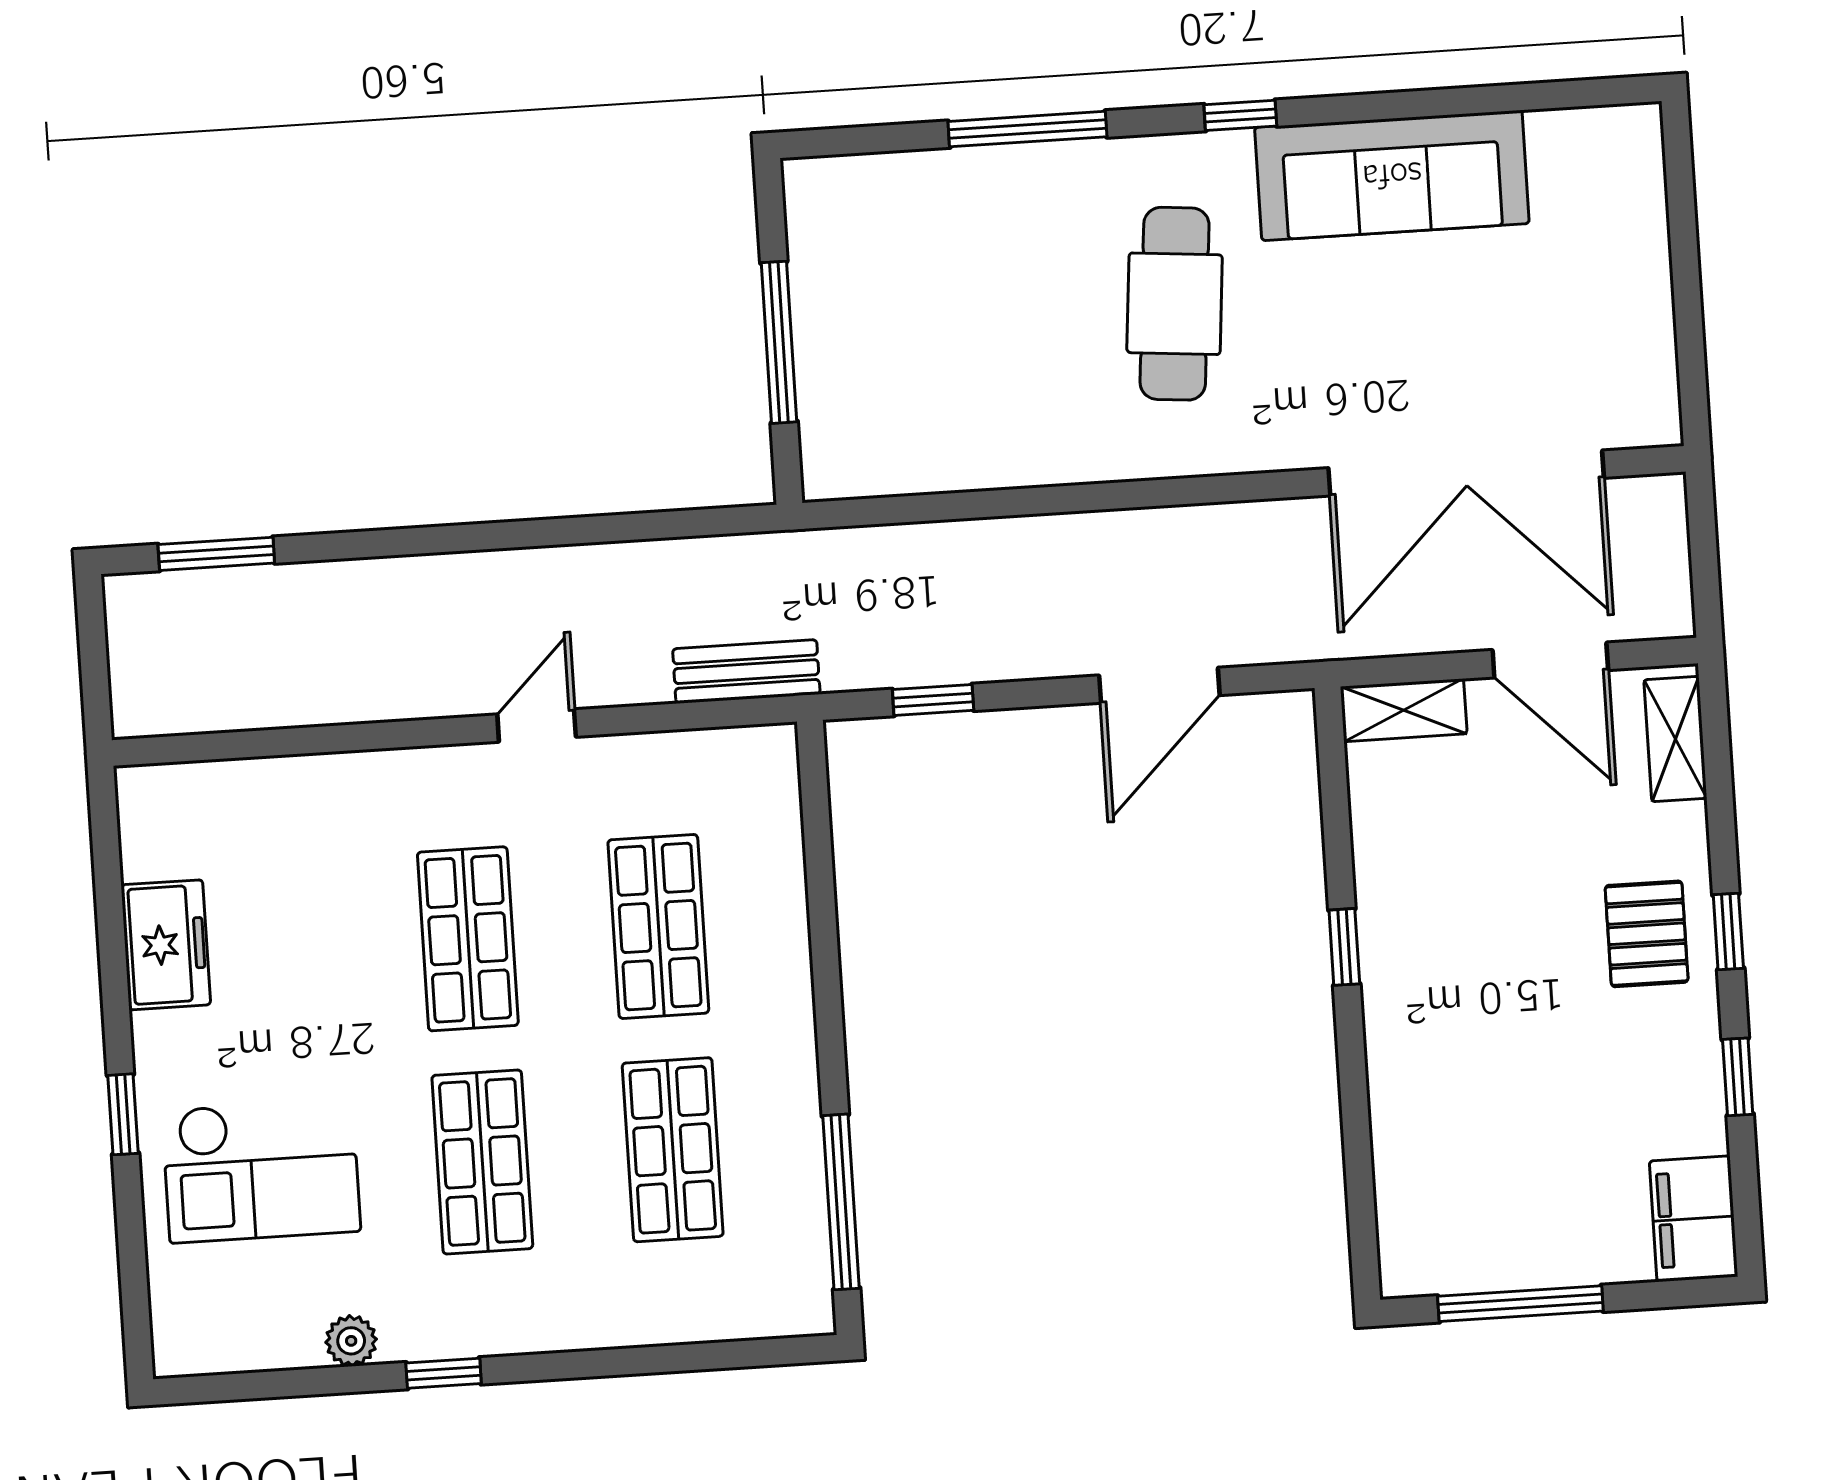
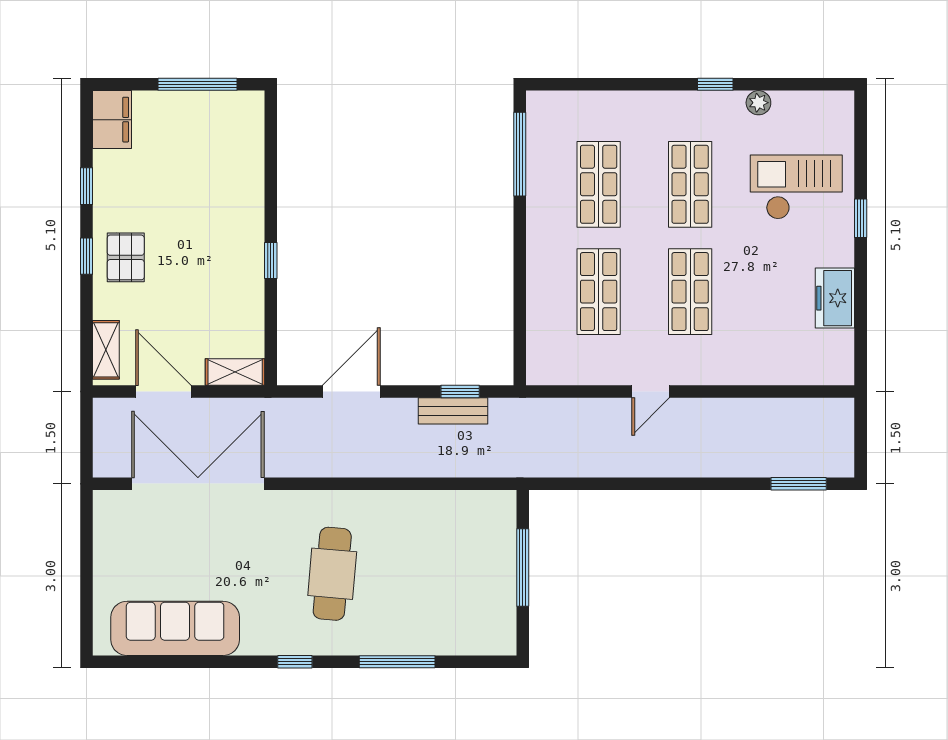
sofa: (1392, 175) -> (175, 628), moved
bench: (746, 672) -> (453, 411), moved

